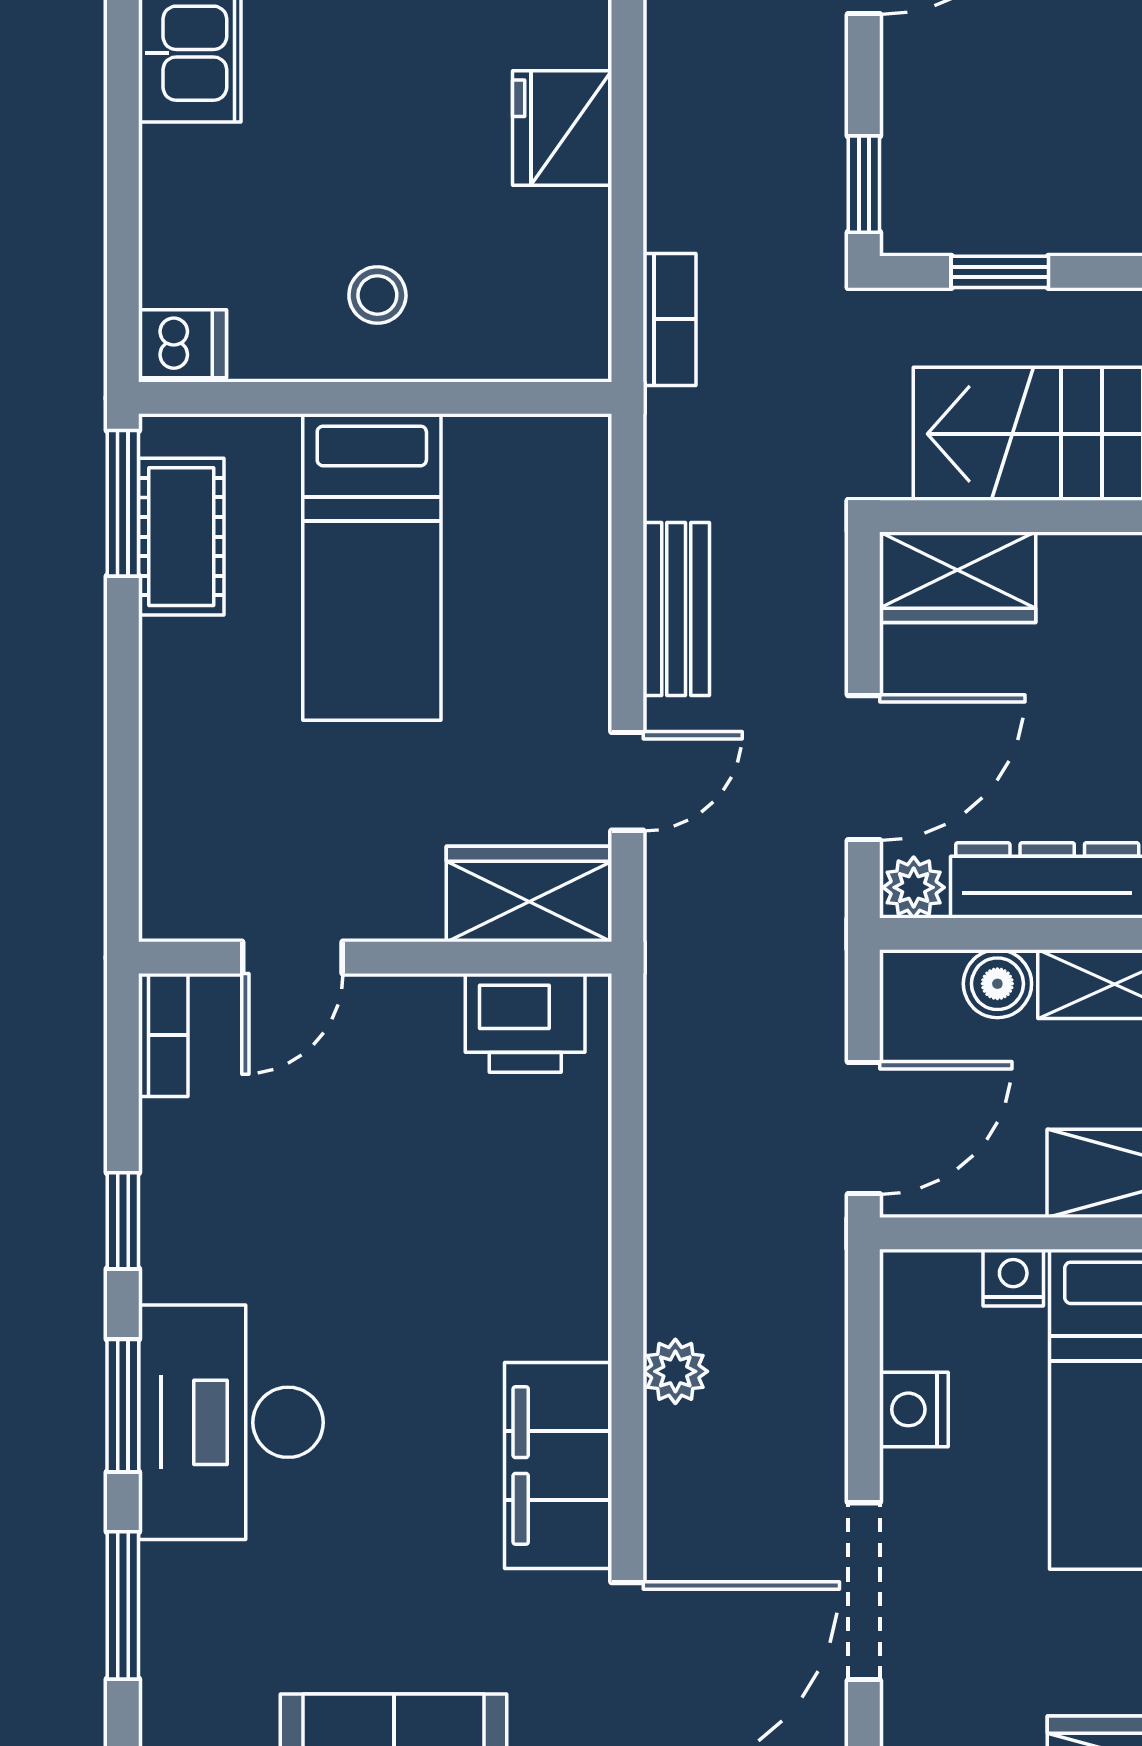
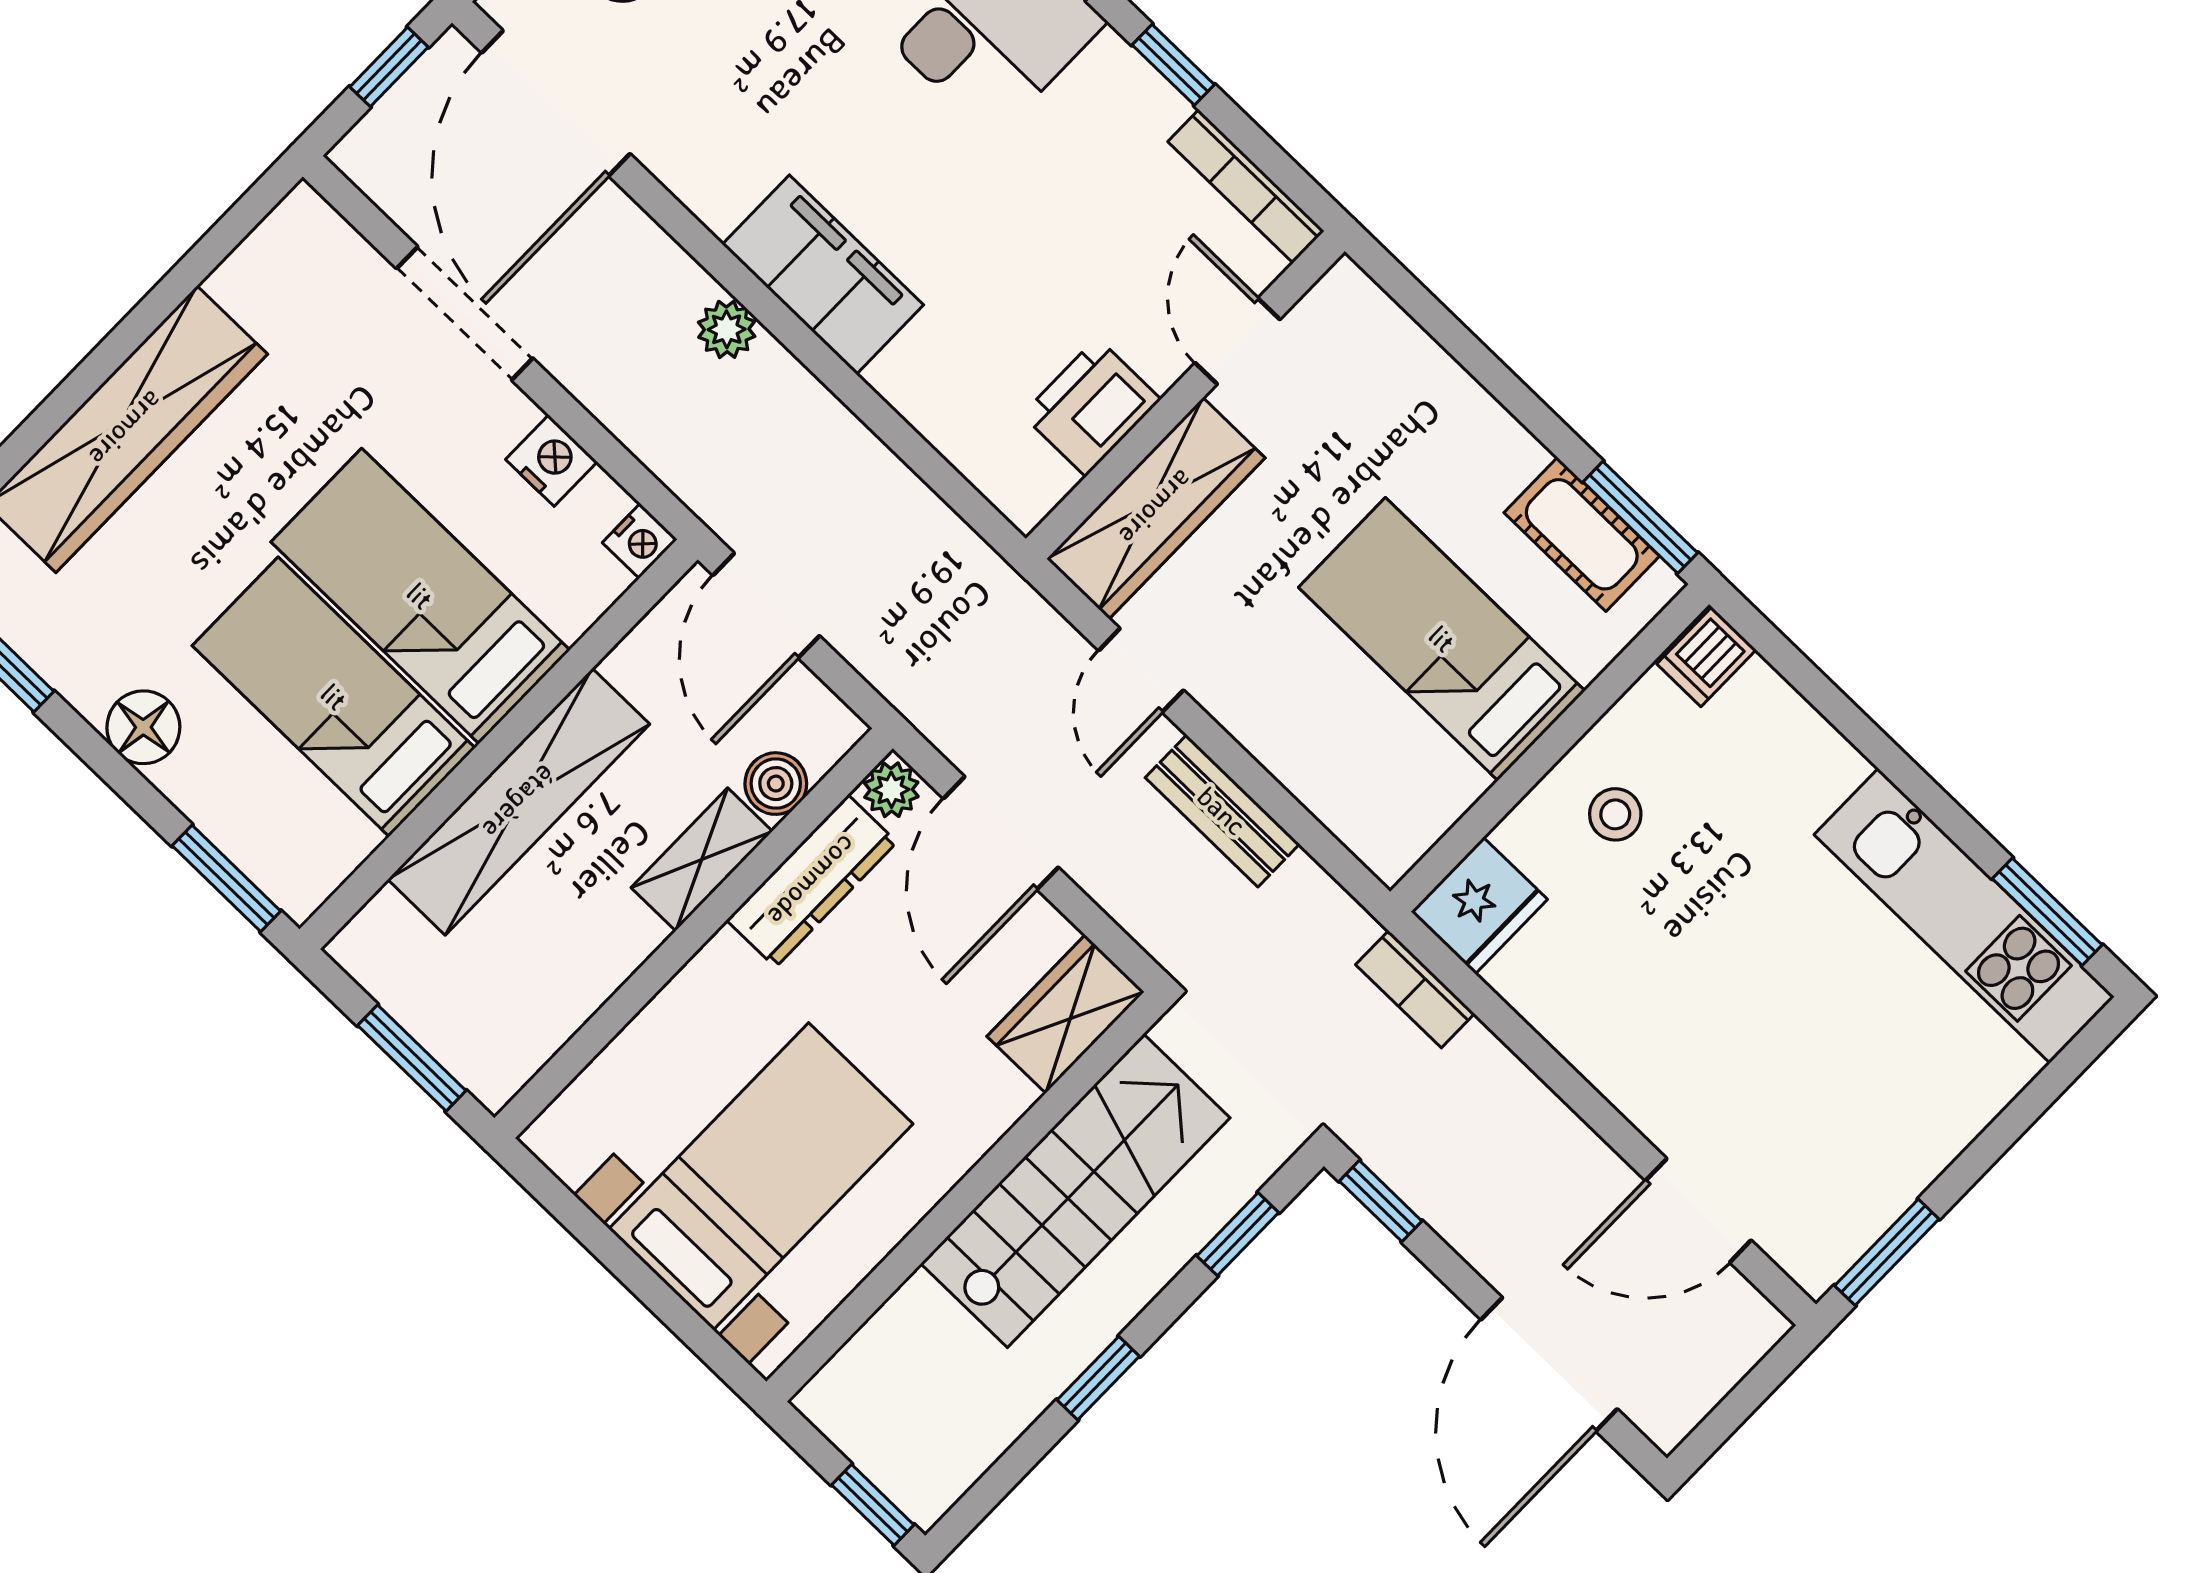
fridge: (562, 128) -> (1479, 906), moved, turned 90
wardrobe: (529, 894) -> (1156, 508), width x1.50
printer: (525, 1023) -> (1091, 407), moved
bookcase: (163, 1035) -> (1246, 186), width x1.56
nightstand: (1013, 1278) -> (640, 541), moved
filing cabinet: (558, 1466) -> (823, 275), moved

